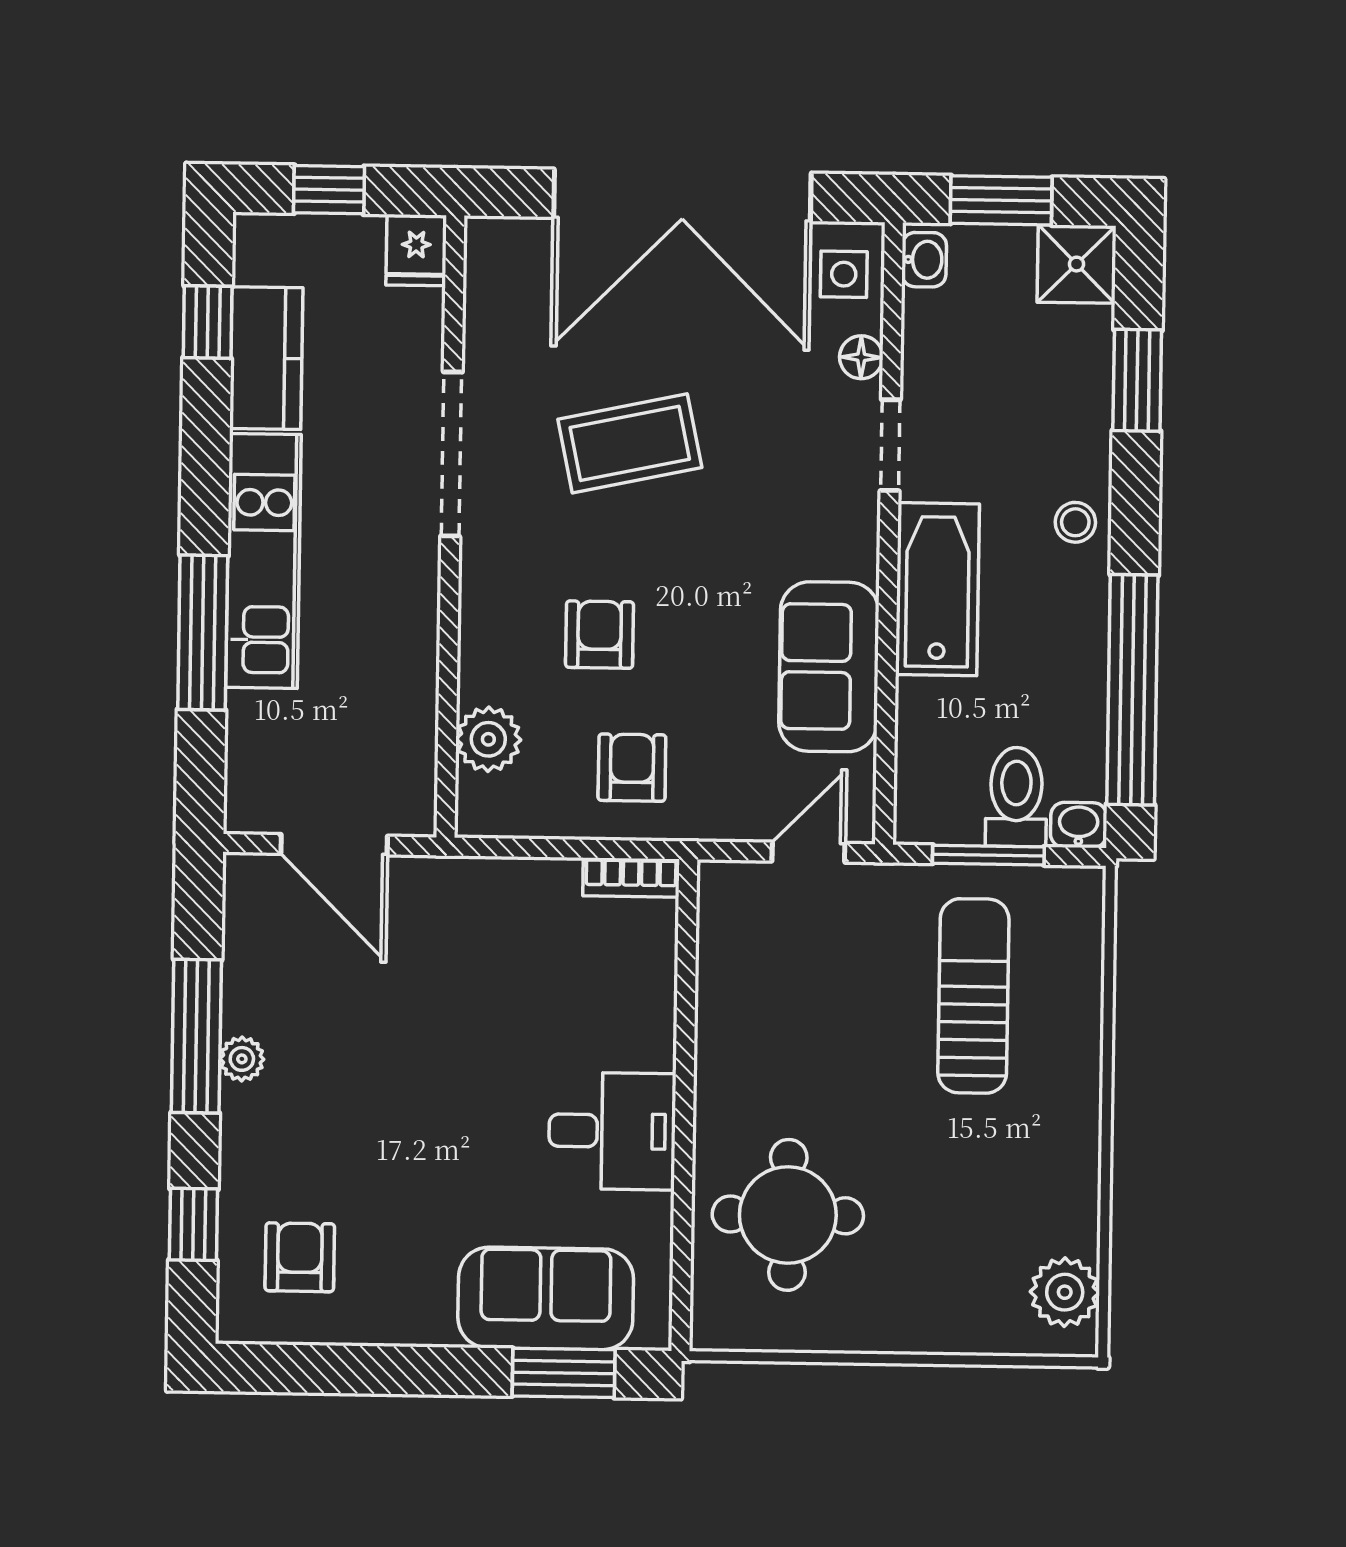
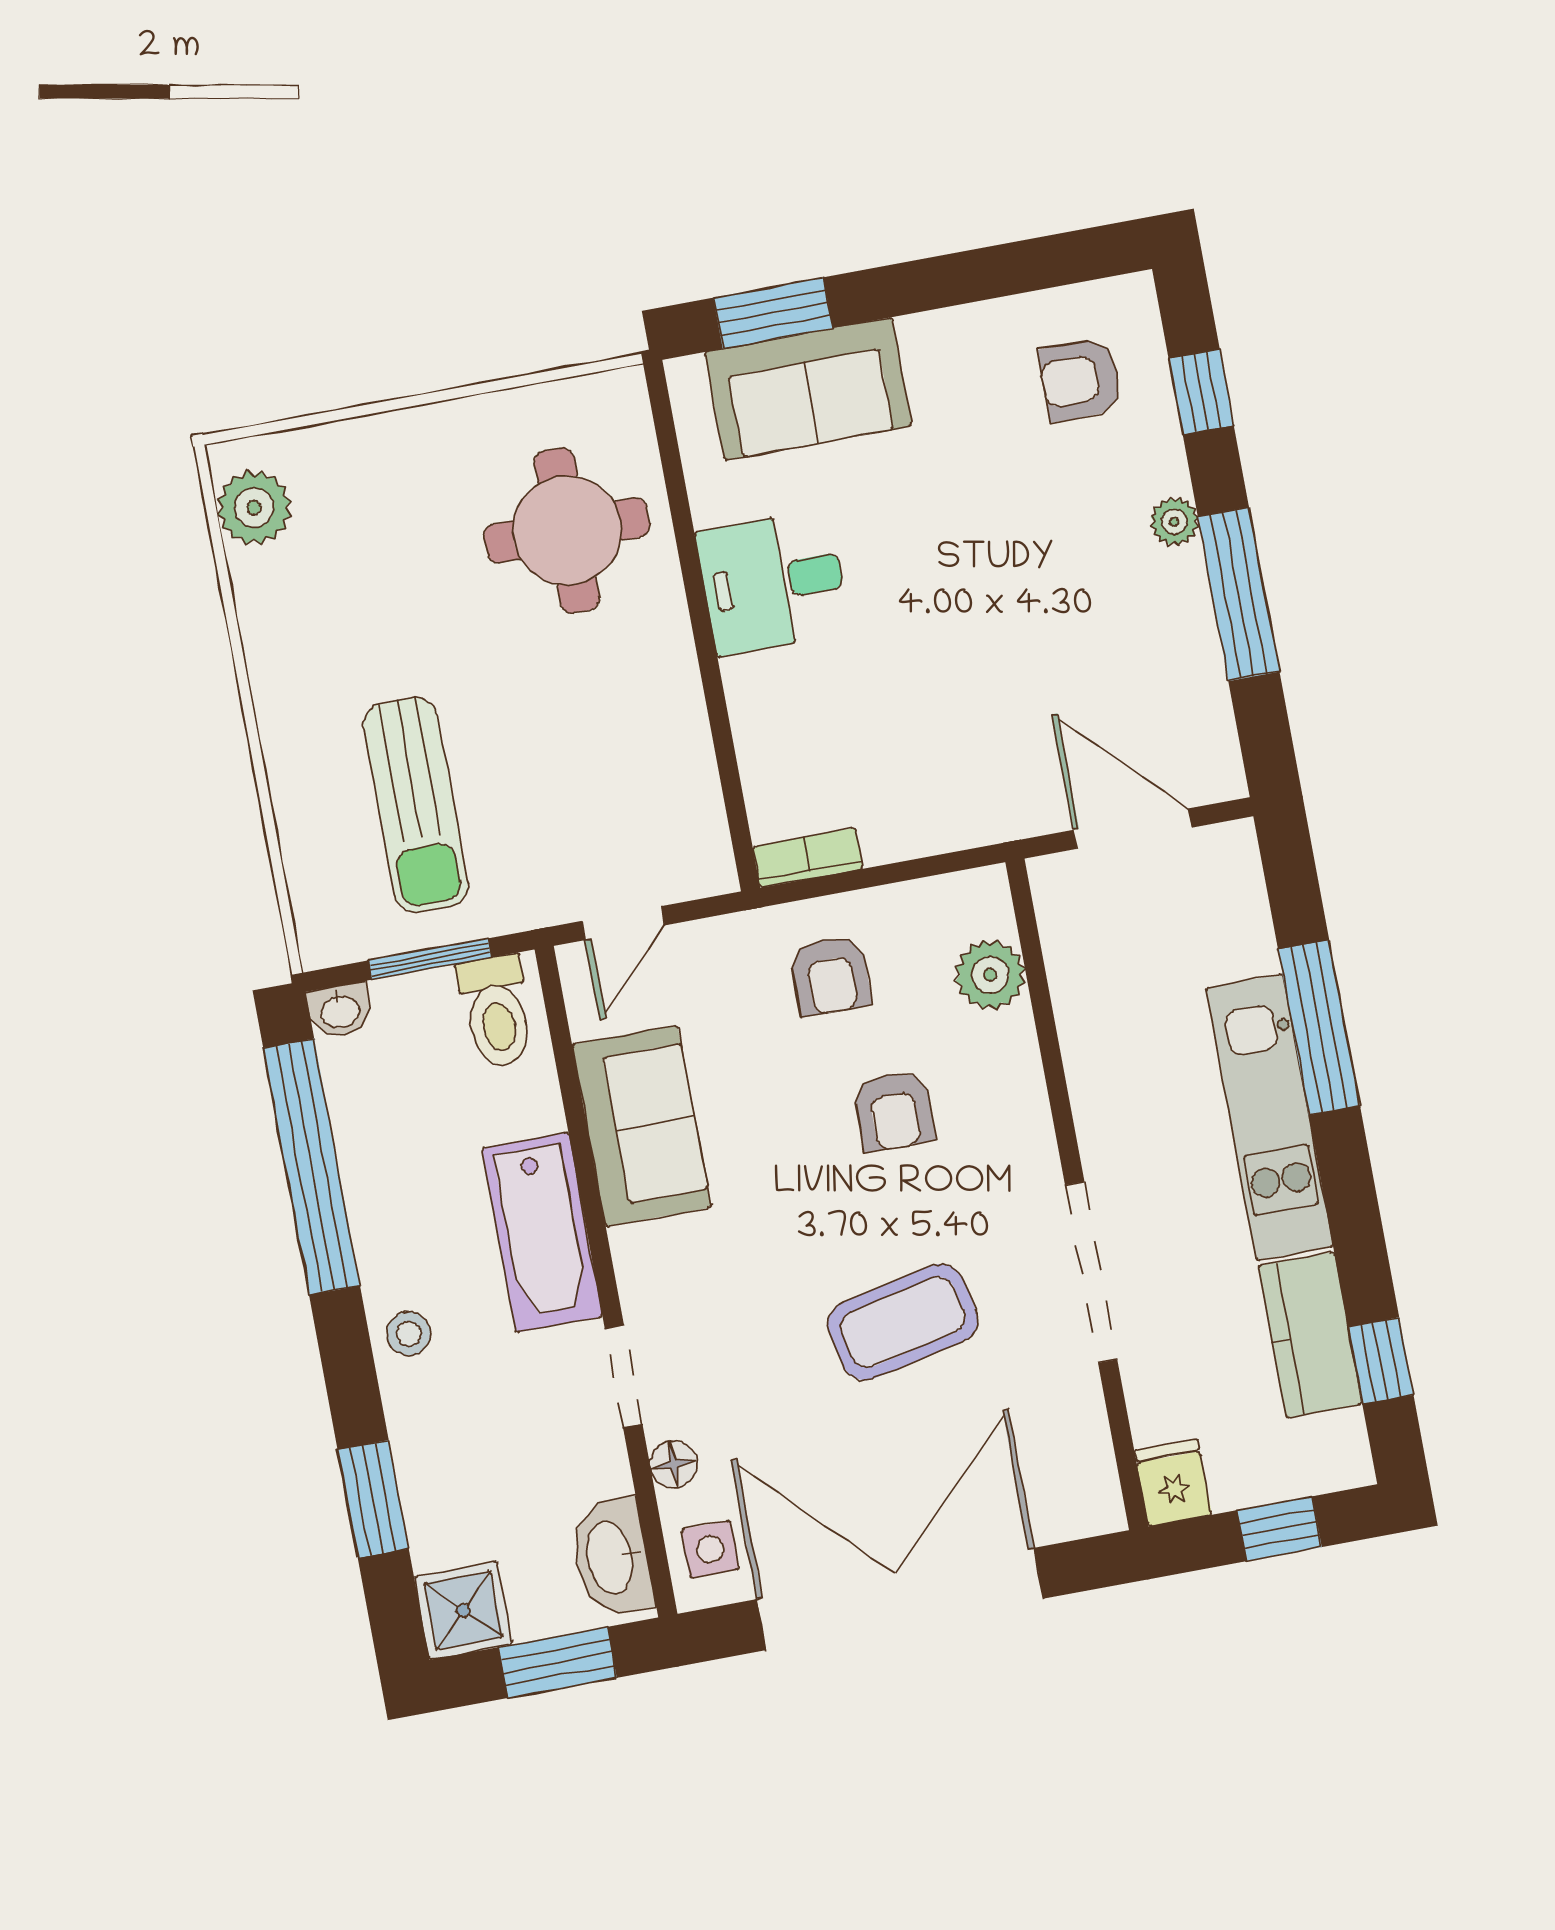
washbasin: (924, 260) -> (612, 1557), width x1.91, depth x1.45
toilet: (1016, 797) -> (496, 1012), moved
plant: (242, 1059) -> (1174, 522), moved
armchair: (300, 1257) -> (1080, 380), turned 90

